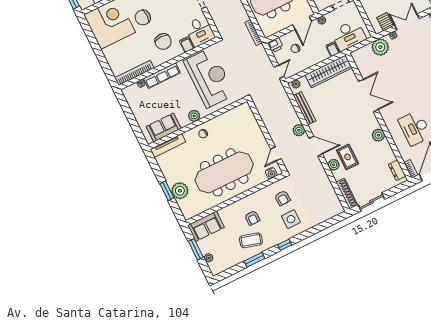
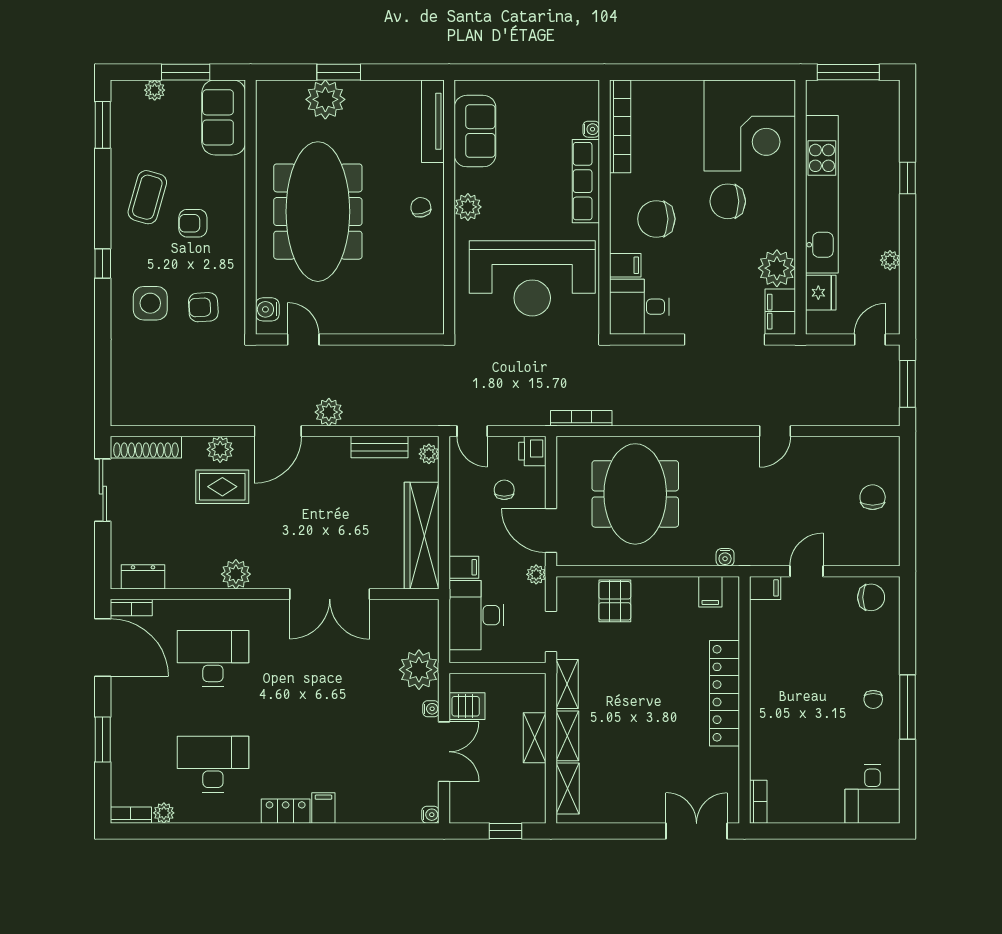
chair: (143, 18) -> (728, 201), turned -90
bench: (305, 108) -> (379, 447), width x0.73
window: (254, 260) -> (103, 125), moved

